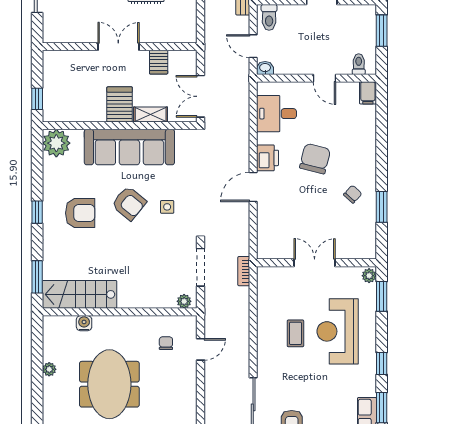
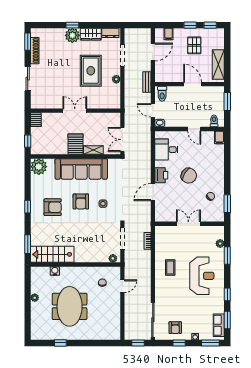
server rack: (159, 62) -> (36, 120), moved
chair: (315, 159) -> (189, 176), turned 107
armchair: (129, 203) -> (81, 201), turned 51
double door: (315, 263) -> (188, 224), moved
wall: (316, 263) -> (190, 224), moved
reception desk: (338, 331) -> (202, 276), turned 180
coffee table: (295, 333) -> (170, 268), moved

